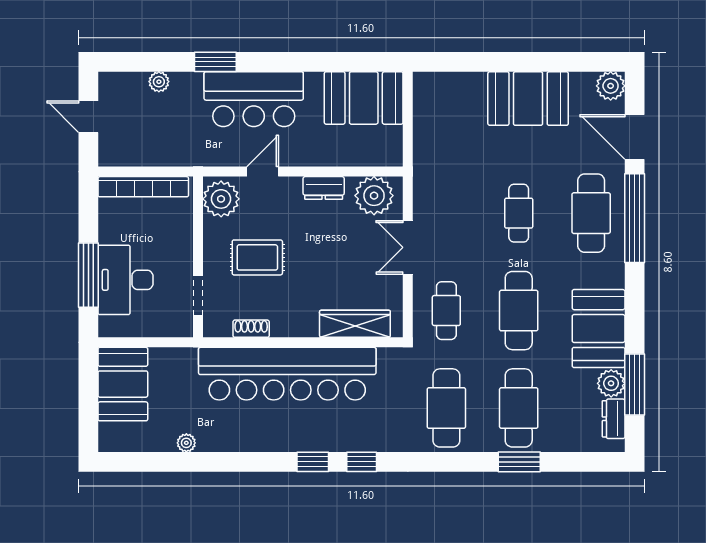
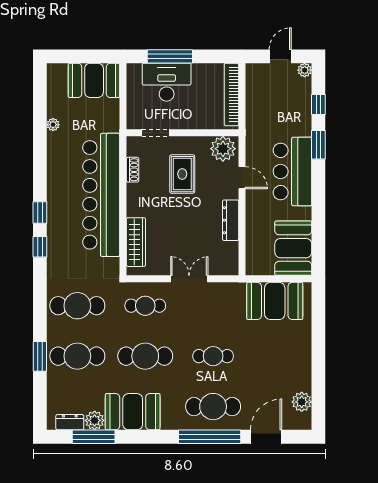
window: (158, 62) -> (318, 105), added
plant: (159, 82) -> (305, 70), moved
plant: (611, 86) -> (302, 402), moved
booth: (528, 99) -> (275, 301), moved, turned 90
dresser: (324, 188) -> (231, 220), width x1.44
plant: (374, 196) -> (225, 255), removed

